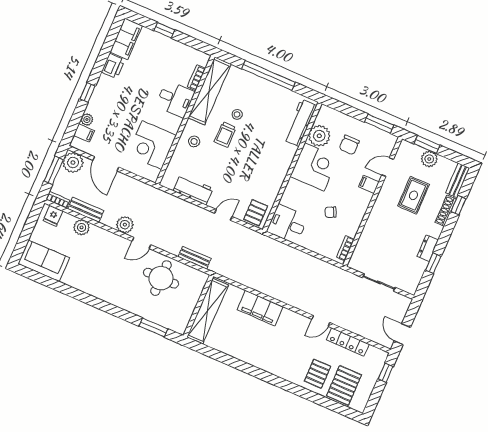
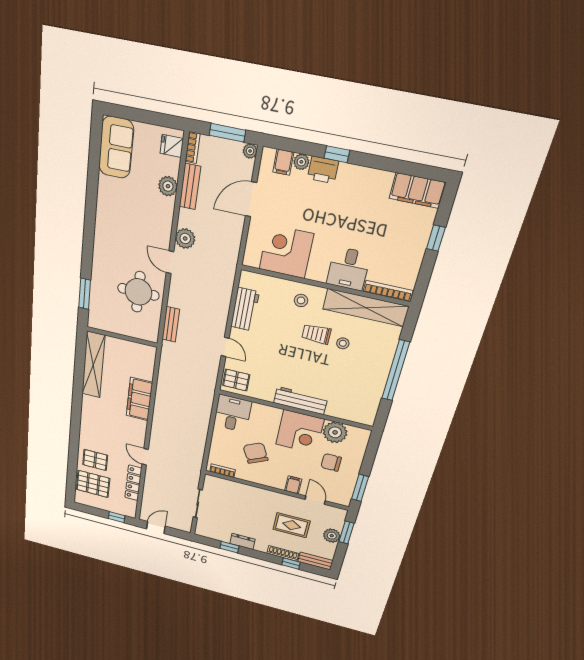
printer: (113, 66) -> (323, 170), moved
bookcase: (196, 78) -> (388, 291), width x1.56
workbench: (300, 123) -> (300, 401), moved
plant: (73, 163) -> (250, 151), width x0.53, depth x0.53
chair: (331, 212) -> (256, 453), width x1.87, depth x1.87
shelving: (208, 311) -> (93, 365), moved, turned 90

